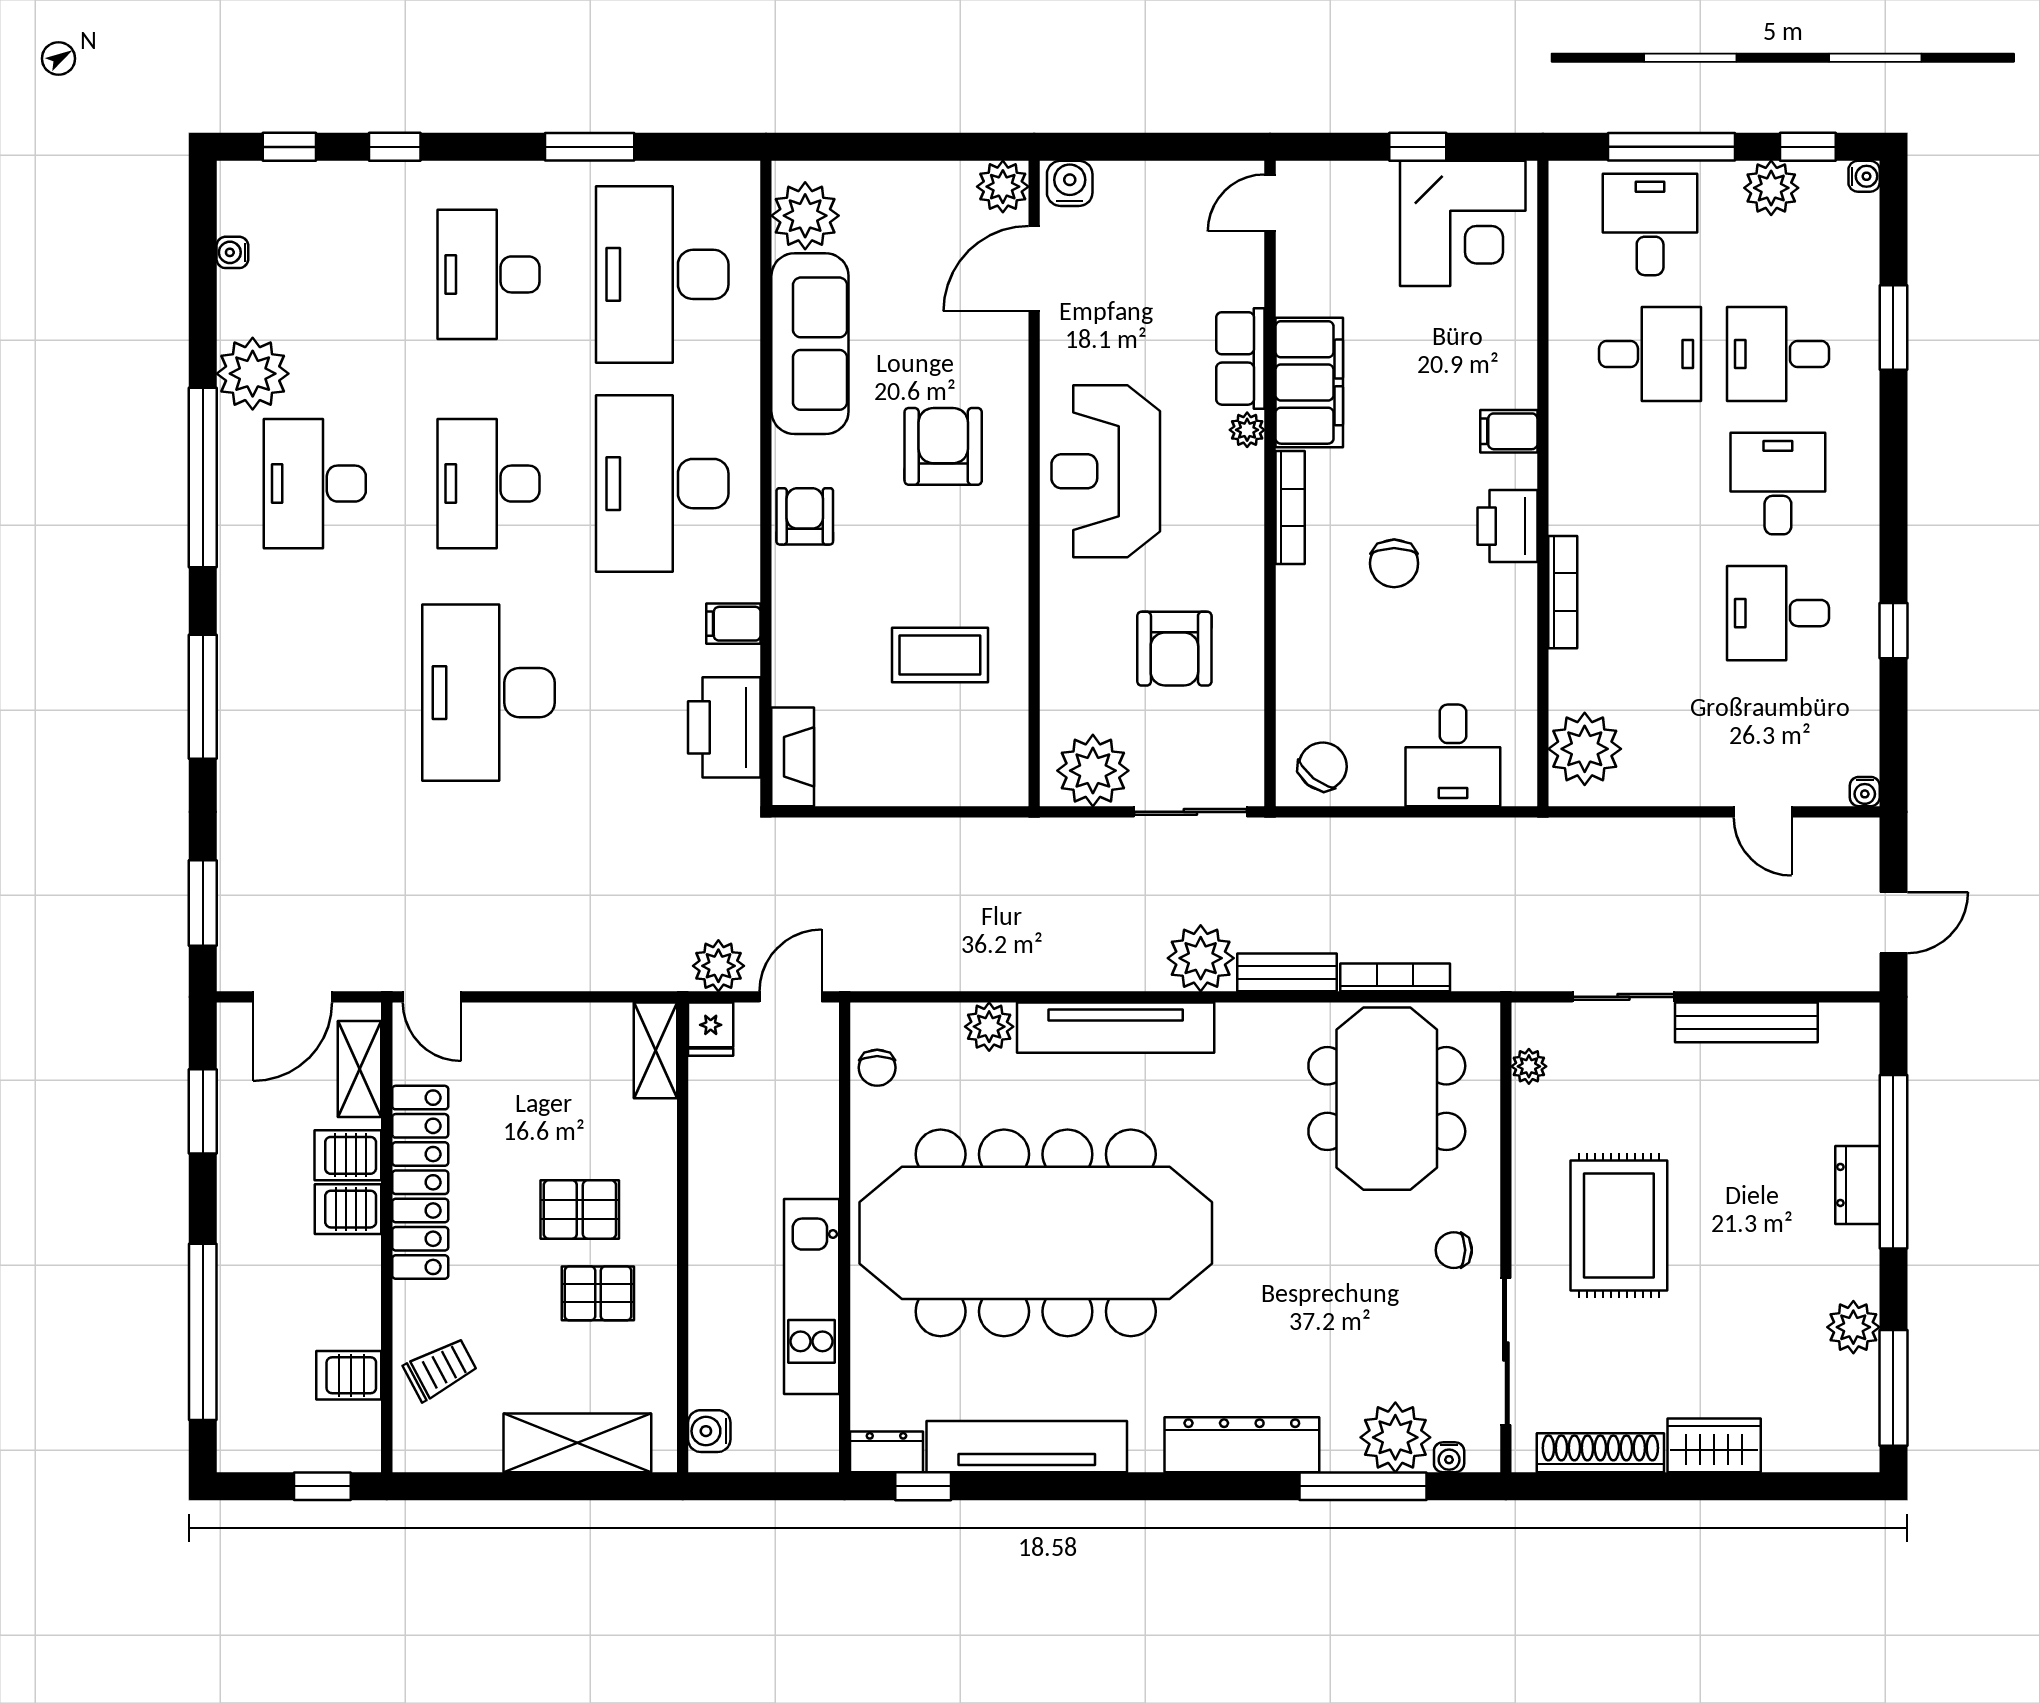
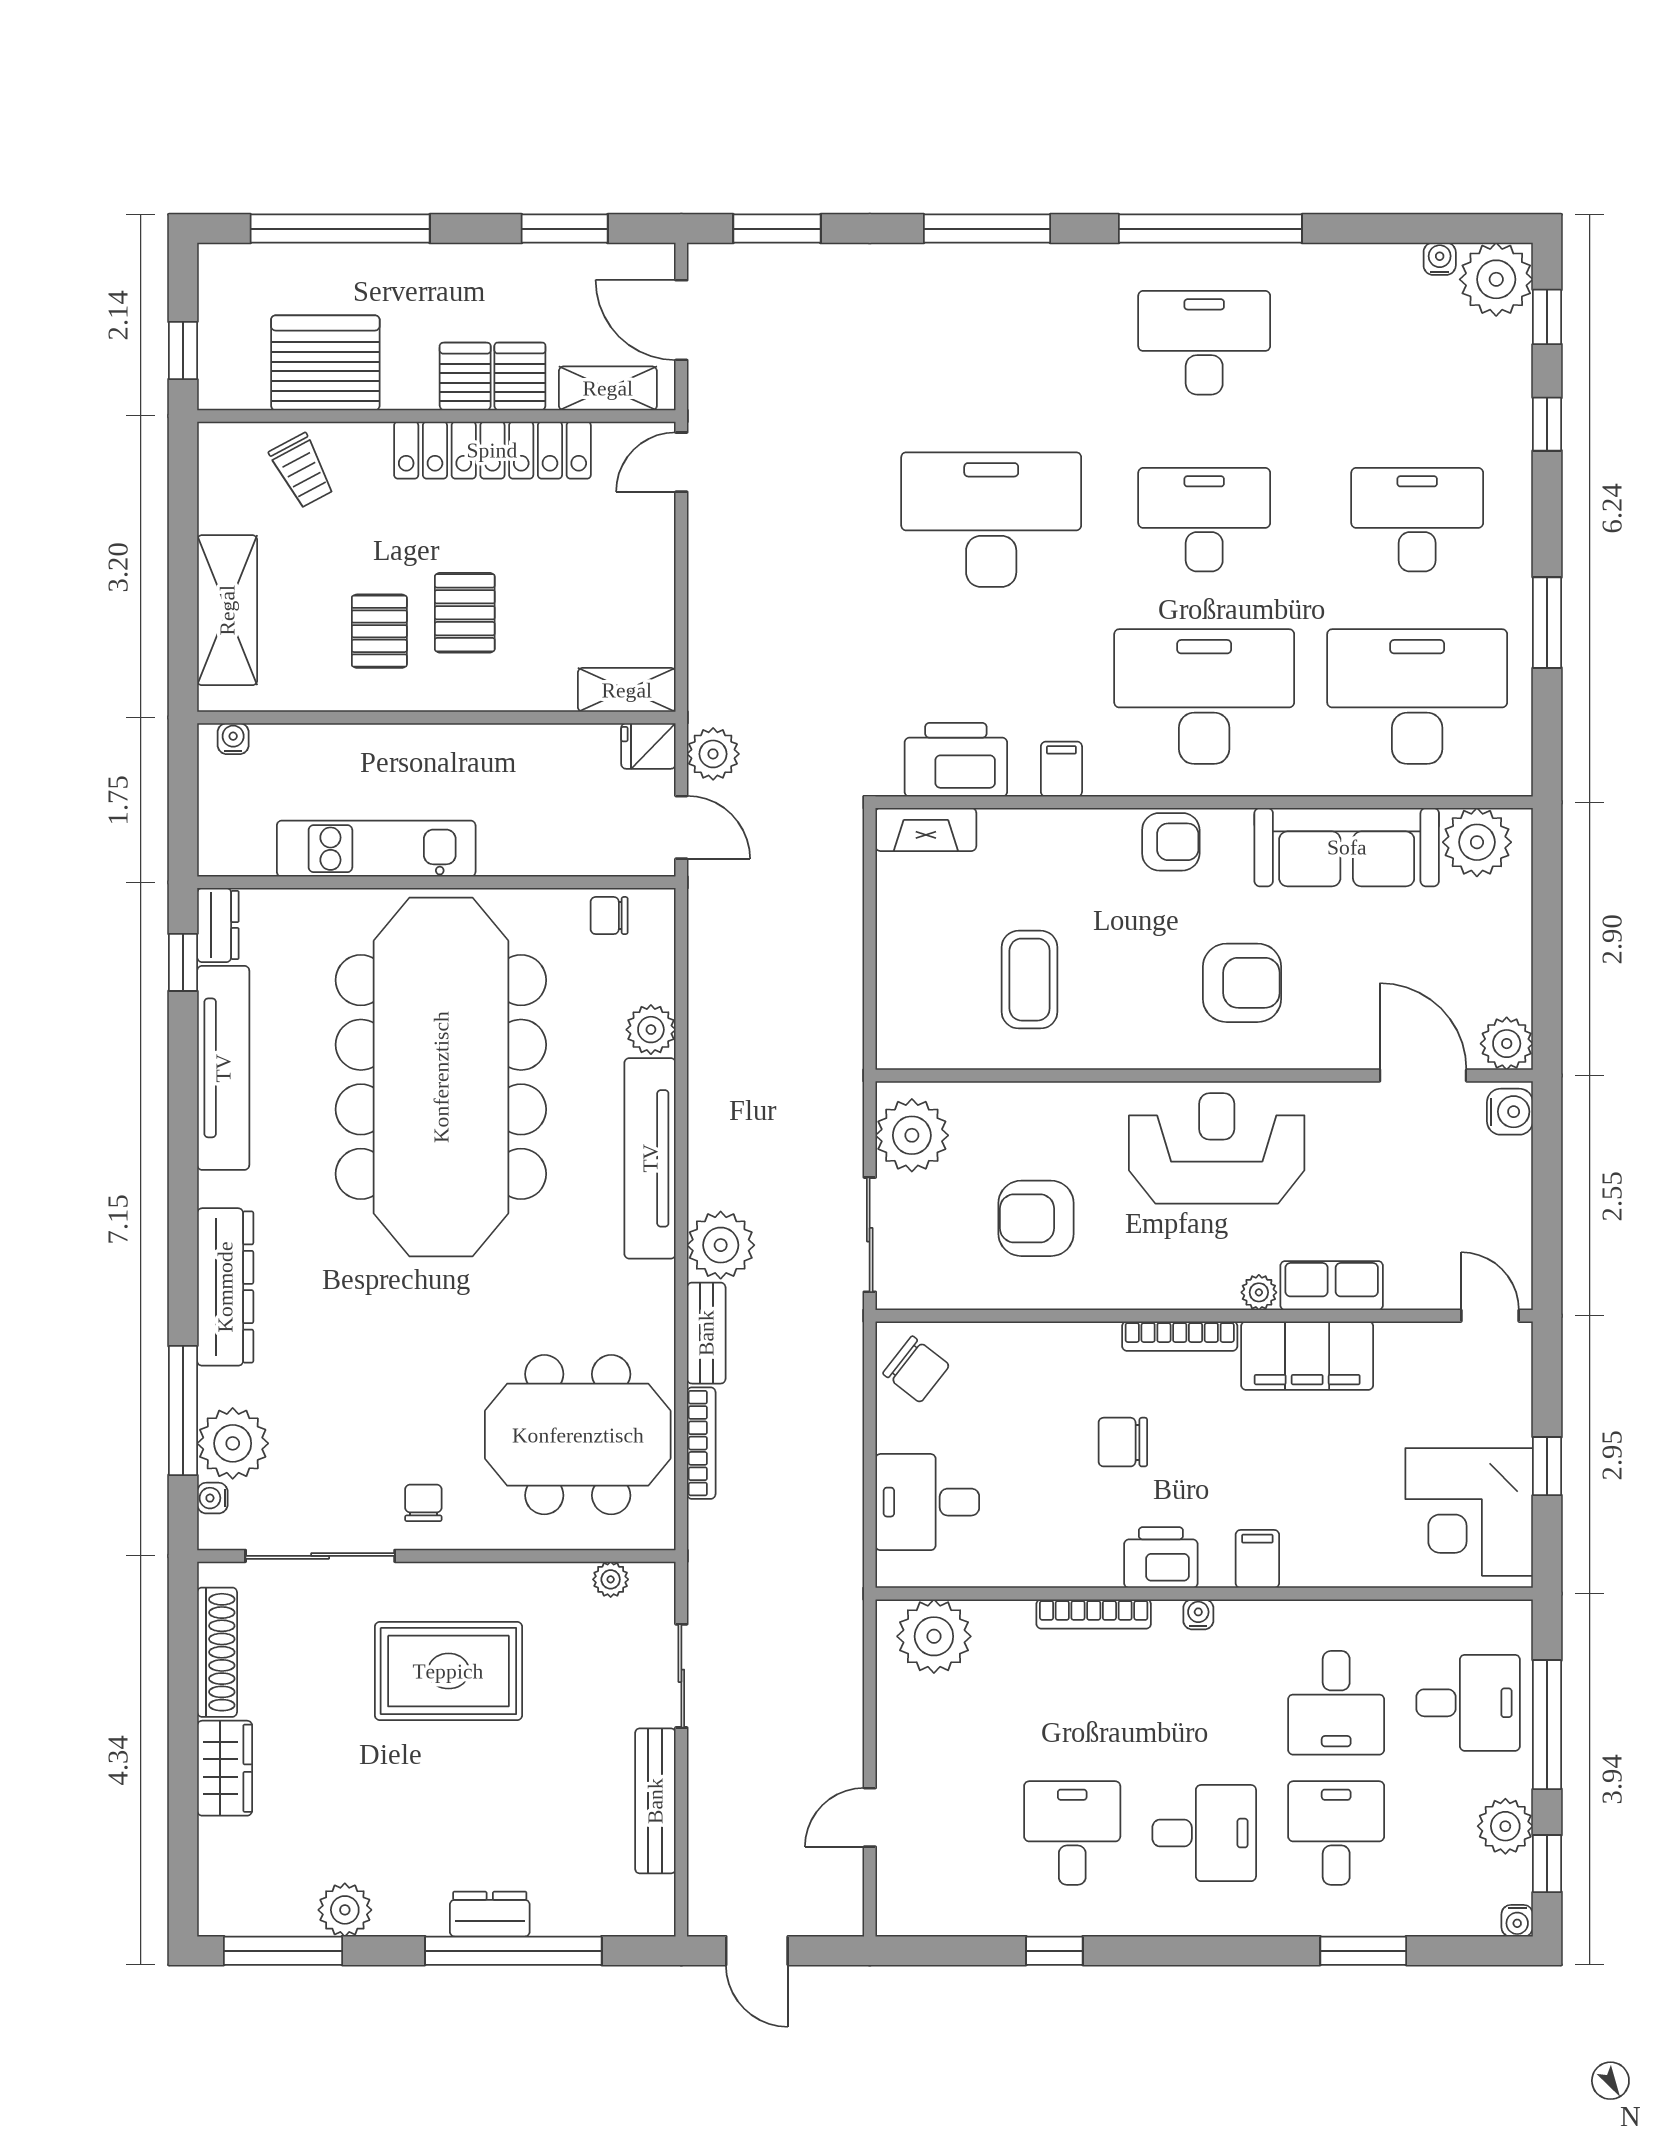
plant: (253, 374) -> (1496, 279), moved
water cooler: (1865, 792) -> (1198, 1614), moved, turned 90
server rack: (349, 1375) -> (325, 363), width x2.18, depth x1.44
water cooler: (709, 1431) -> (233, 739), width x0.72, depth x0.72

